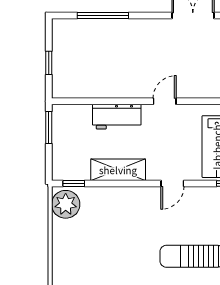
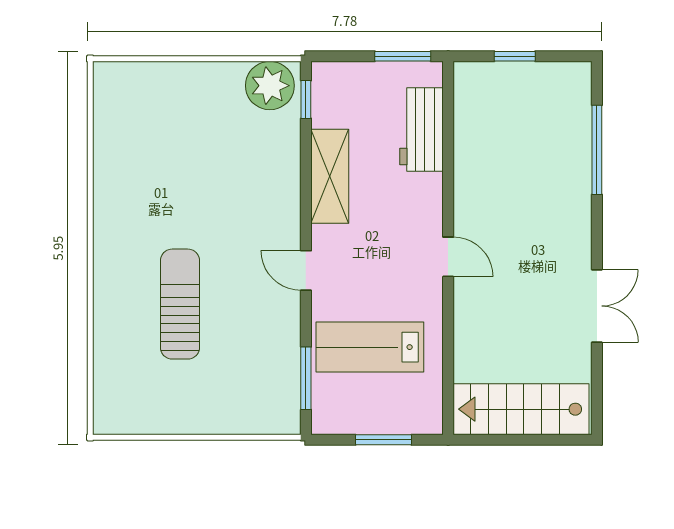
workbench: (117, 117) -> (422, 130), moved

